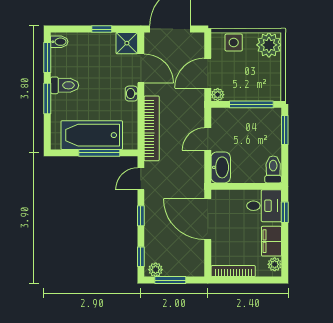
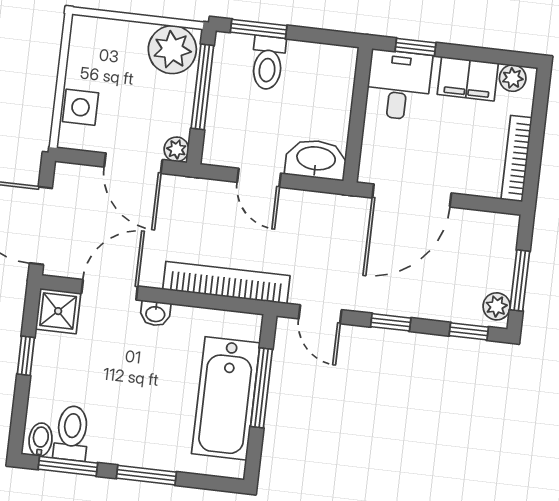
plant: (269, 45) -> (172, 50), moved
toilet: (65, 85) -> (72, 433), moved
toilet: (273, 169) -> (268, 63), moved, turned -90

